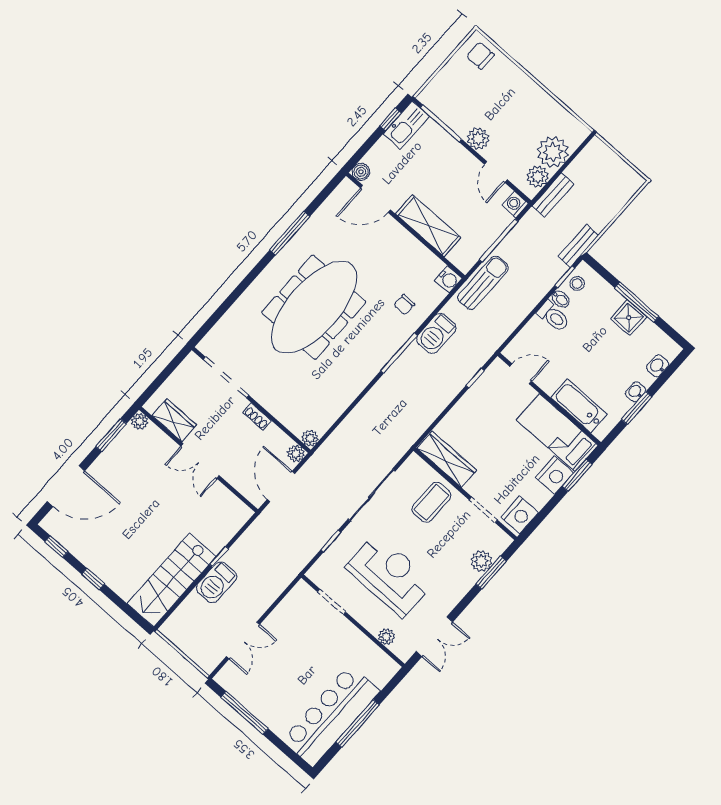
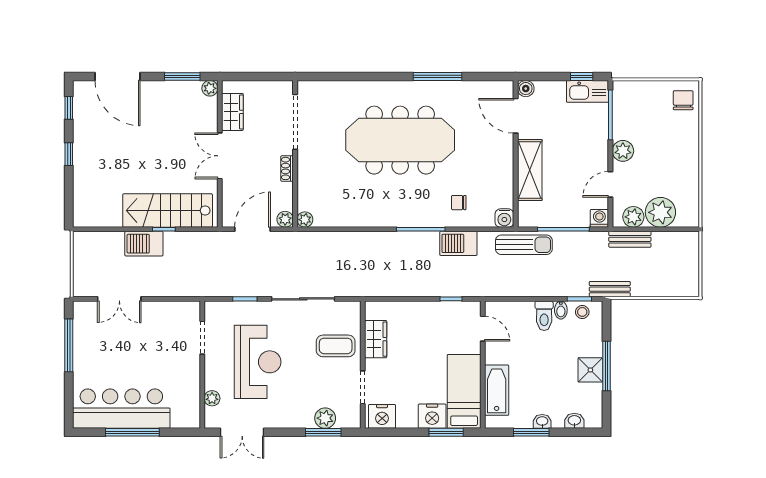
wardrobe: (447, 459) -> (376, 339), width x0.67
stairs: (172, 580) -> (168, 210), moved

